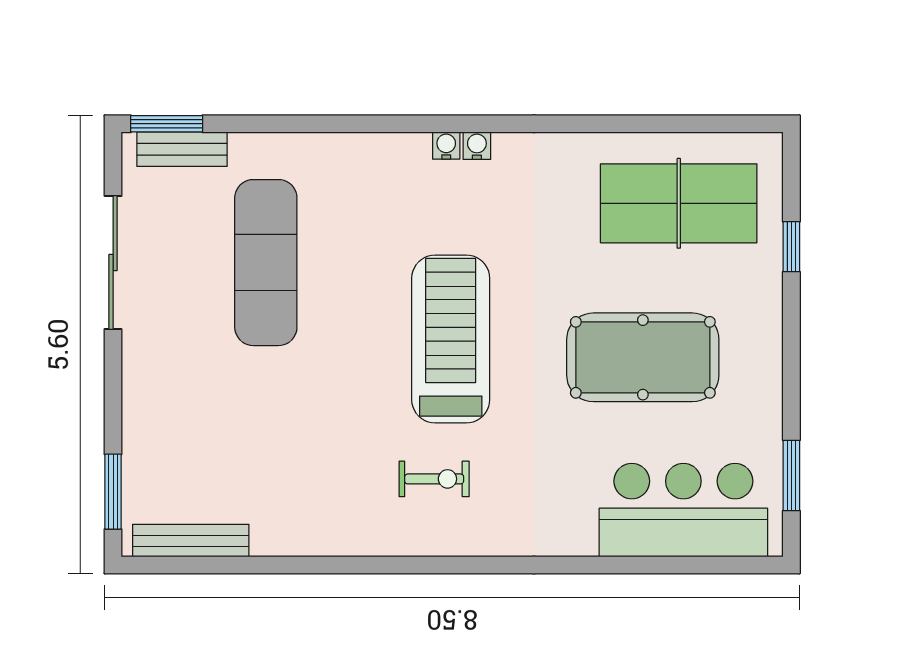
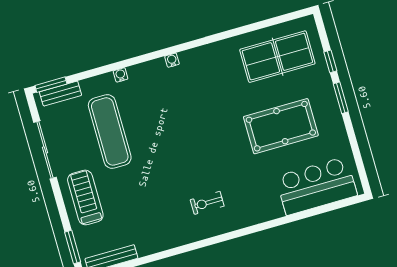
water cooler: (477, 146) -> (121, 75), moved
treadmill: (451, 339) -> (85, 197), moved, width x0.73, depth x0.73
window: (791, 475) -> (341, 98), moved
exercise bike: (434, 479) -> (207, 203), turned 180

